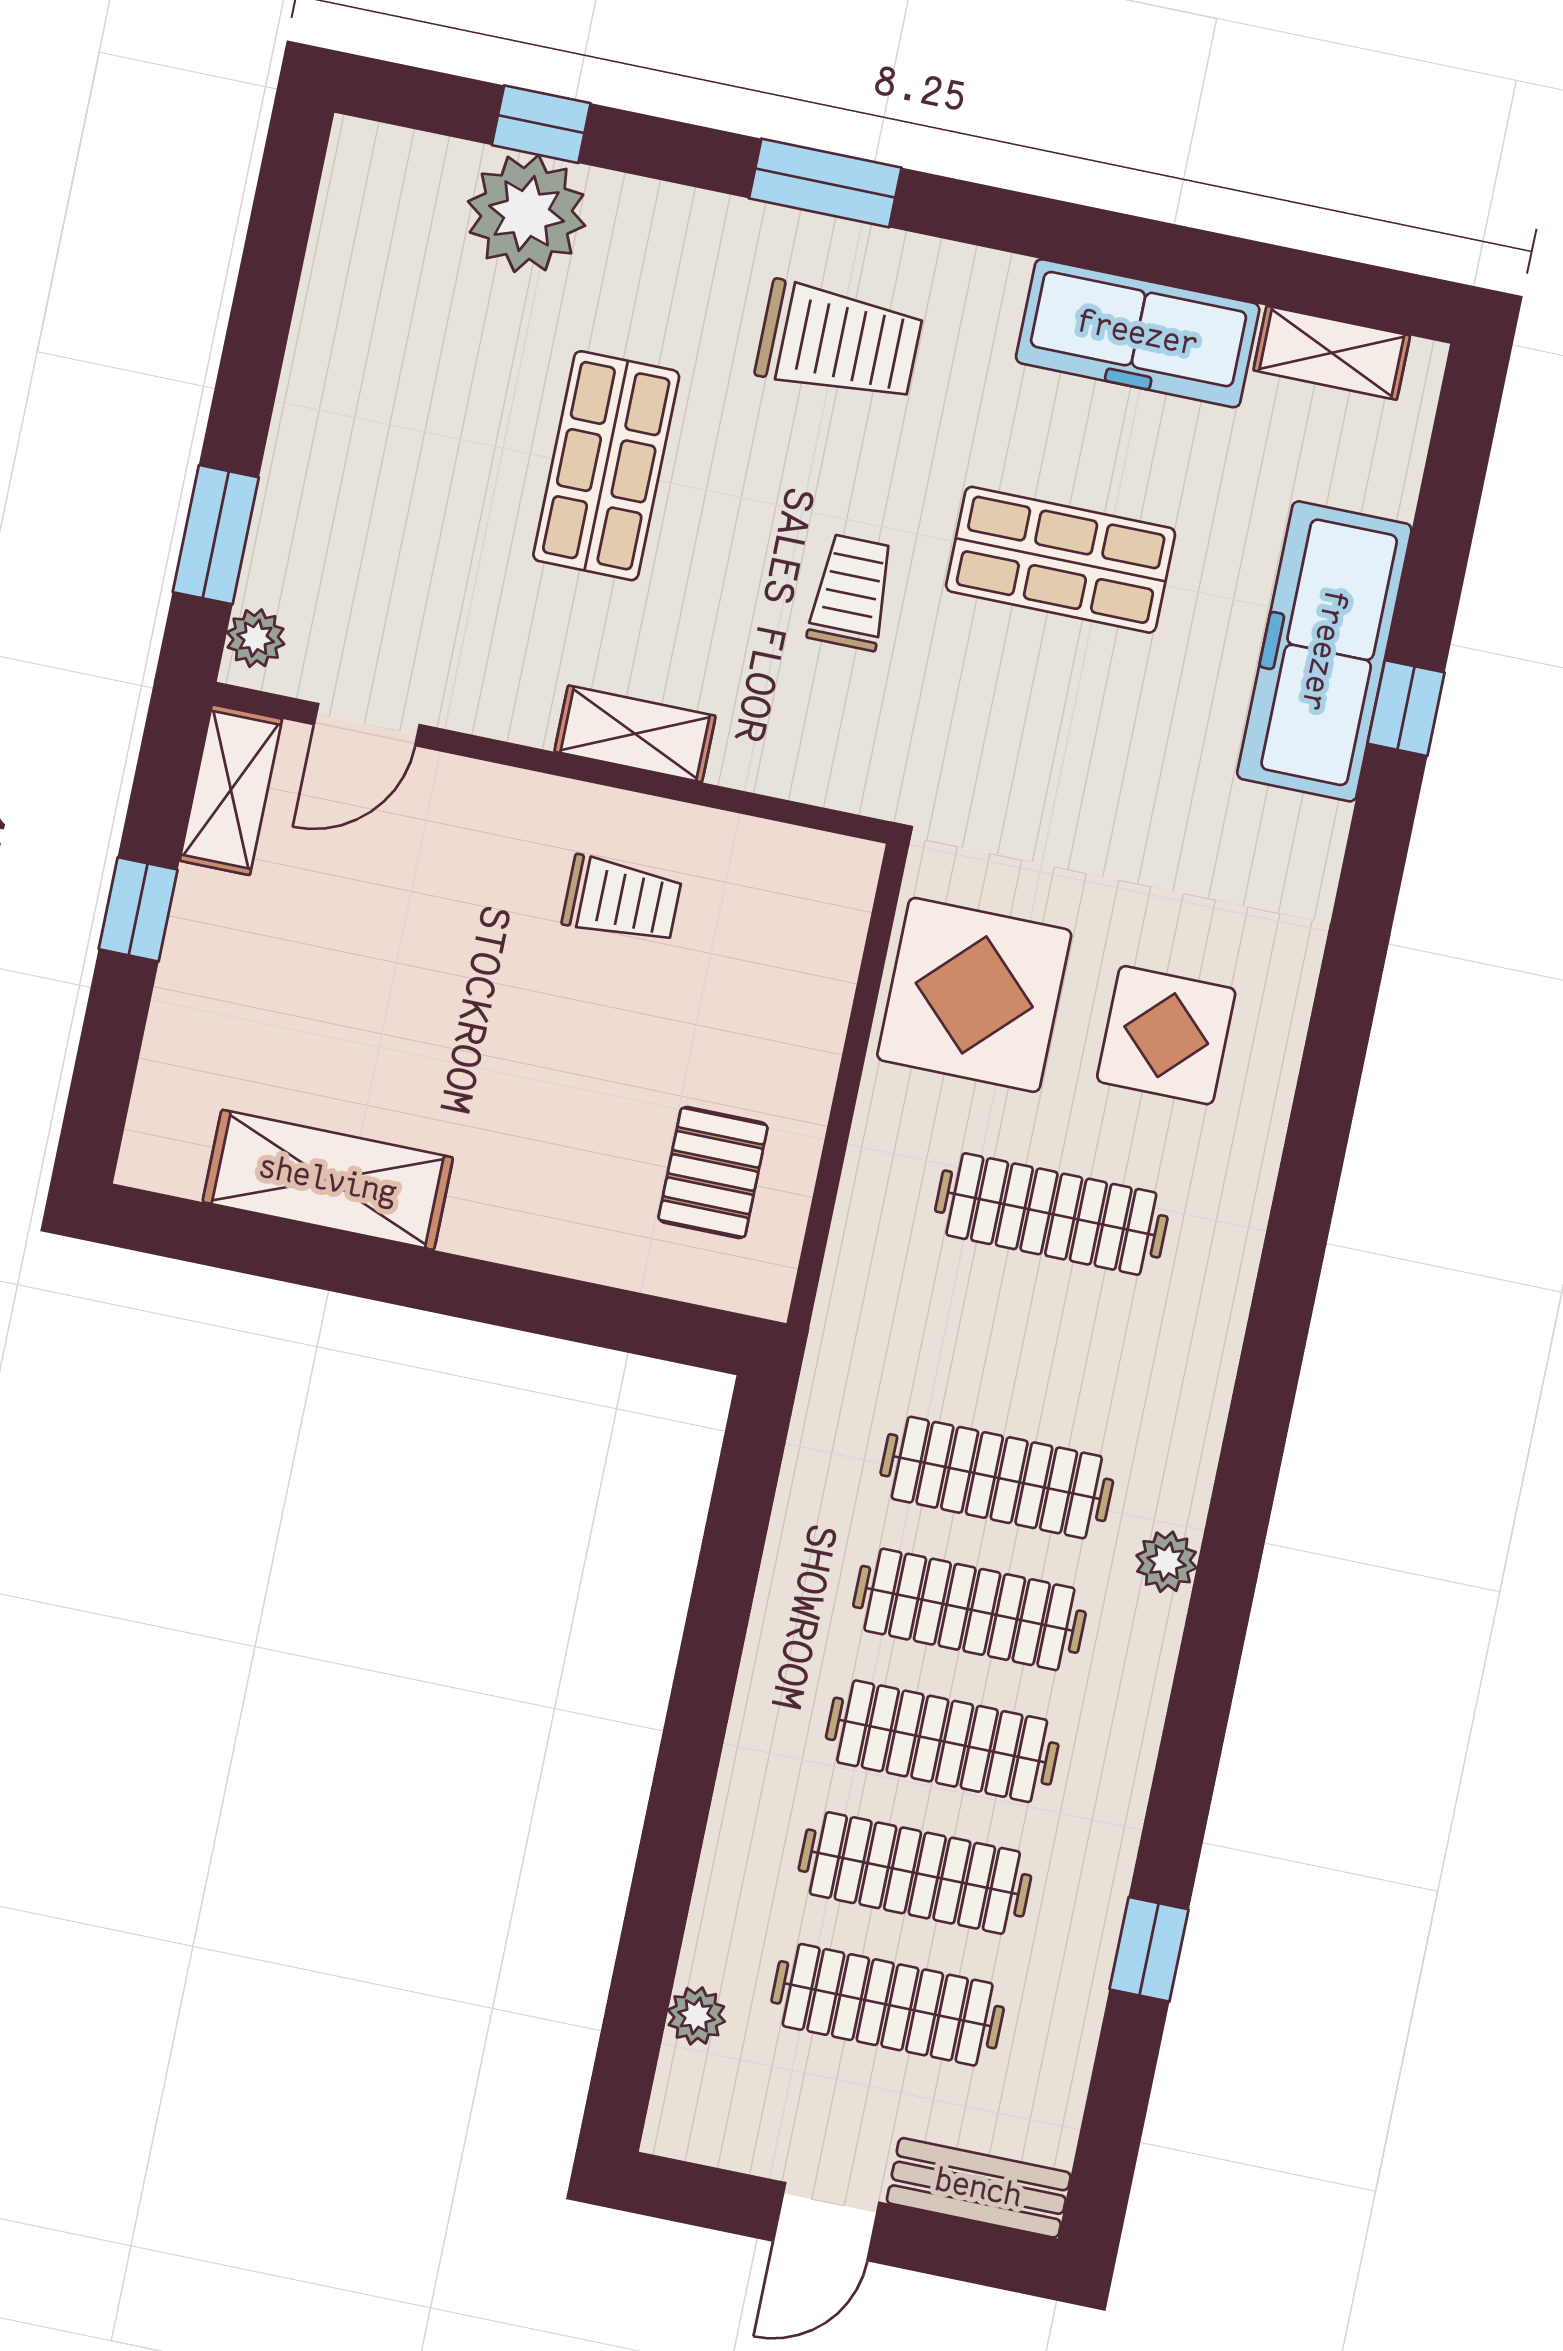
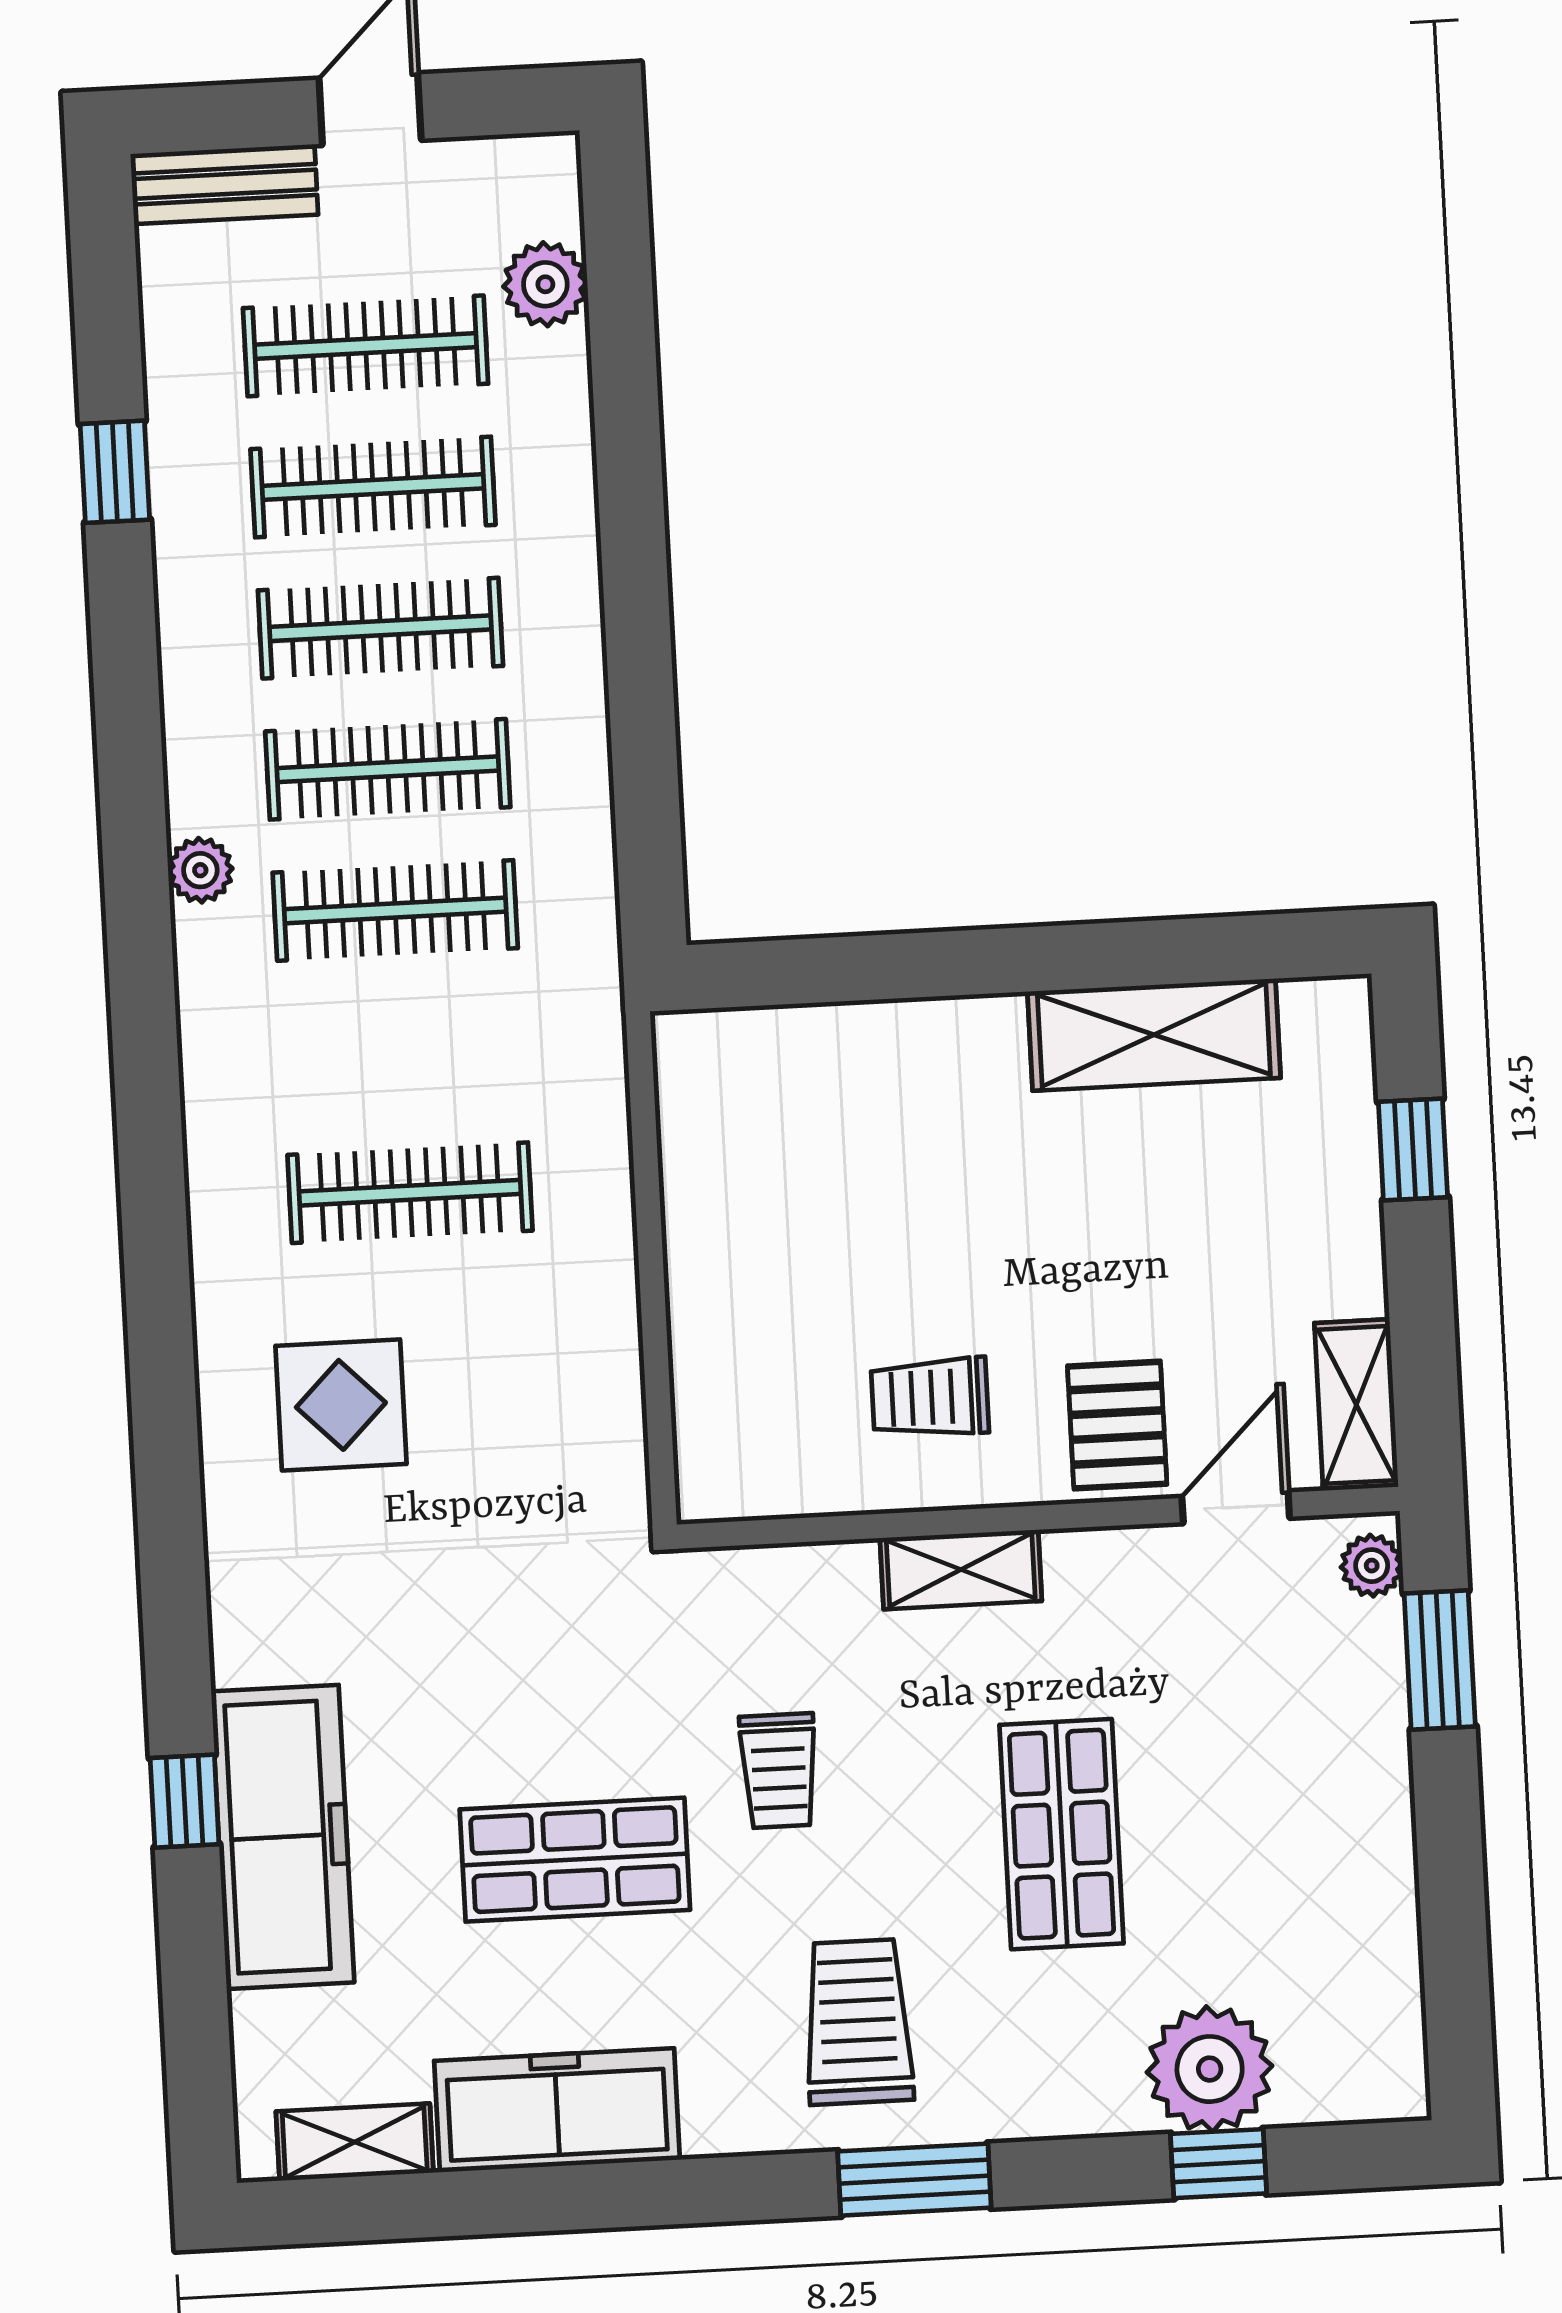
trolley: (839, 342) -> (858, 2022), turned 90
window: (138, 909) -> (1413, 1150), moved
display table: (974, 995) -> (547, 1395), removed
pallet: (713, 1173) -> (1117, 1425), moved
plant: (696, 2016) -> (545, 284), width x1.38, depth x1.38

